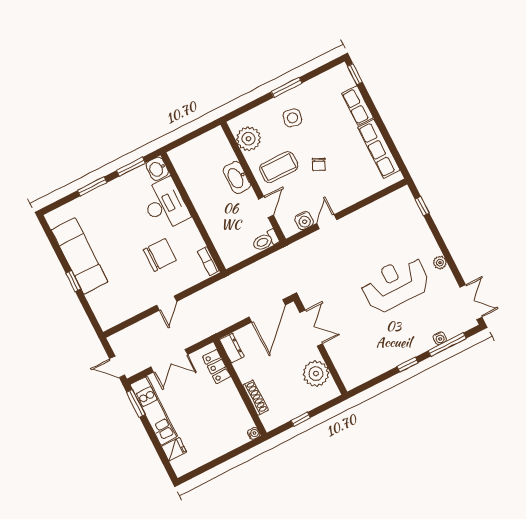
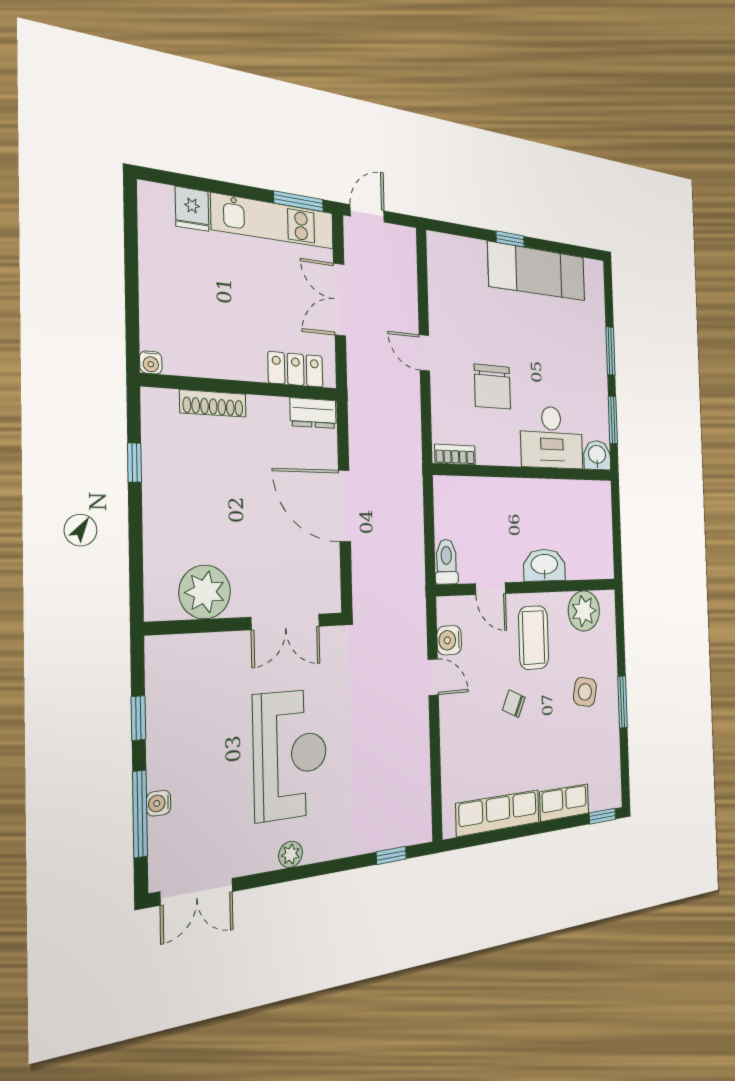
double door: (311, 328) -> (286, 622), moved
wall: (320, 346) -> (248, 624), moved
plant: (316, 374) -> (205, 592), moved

